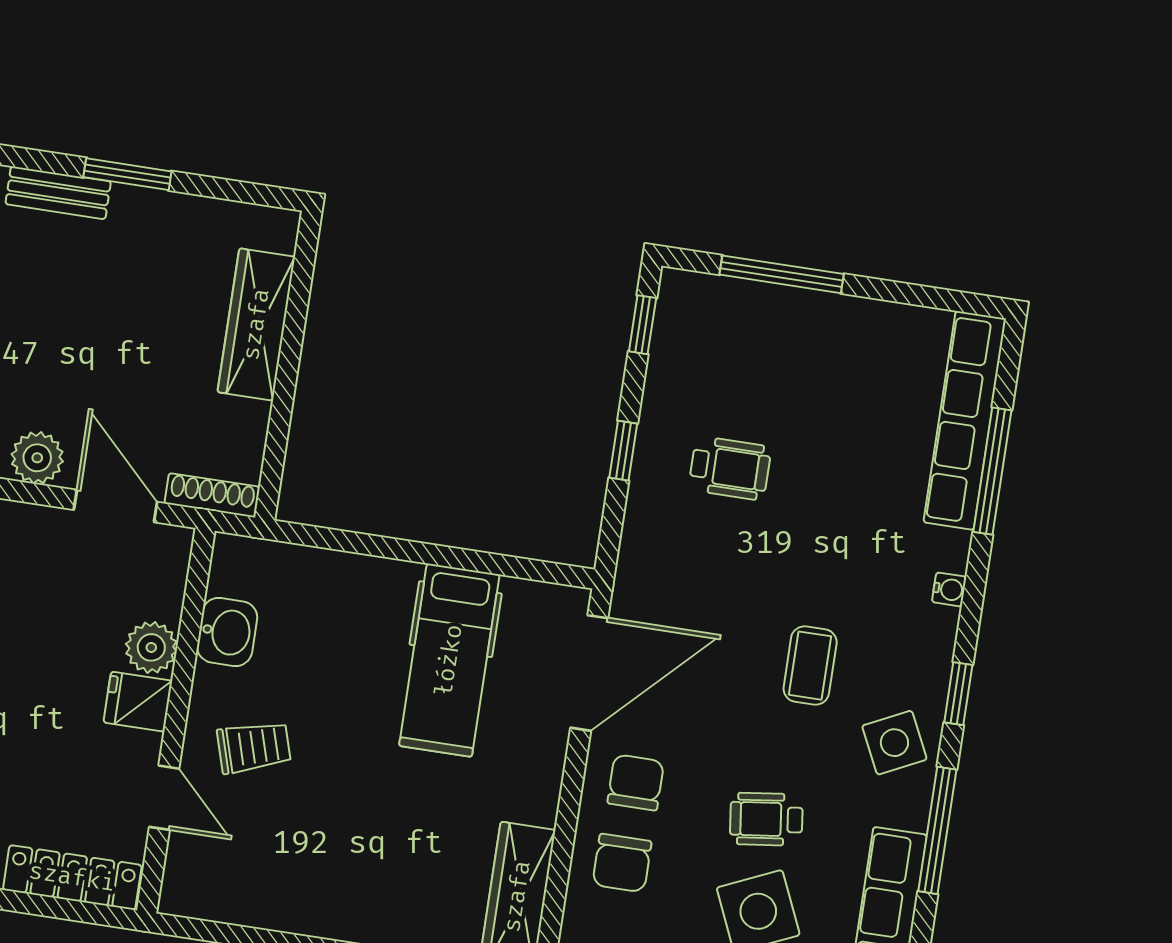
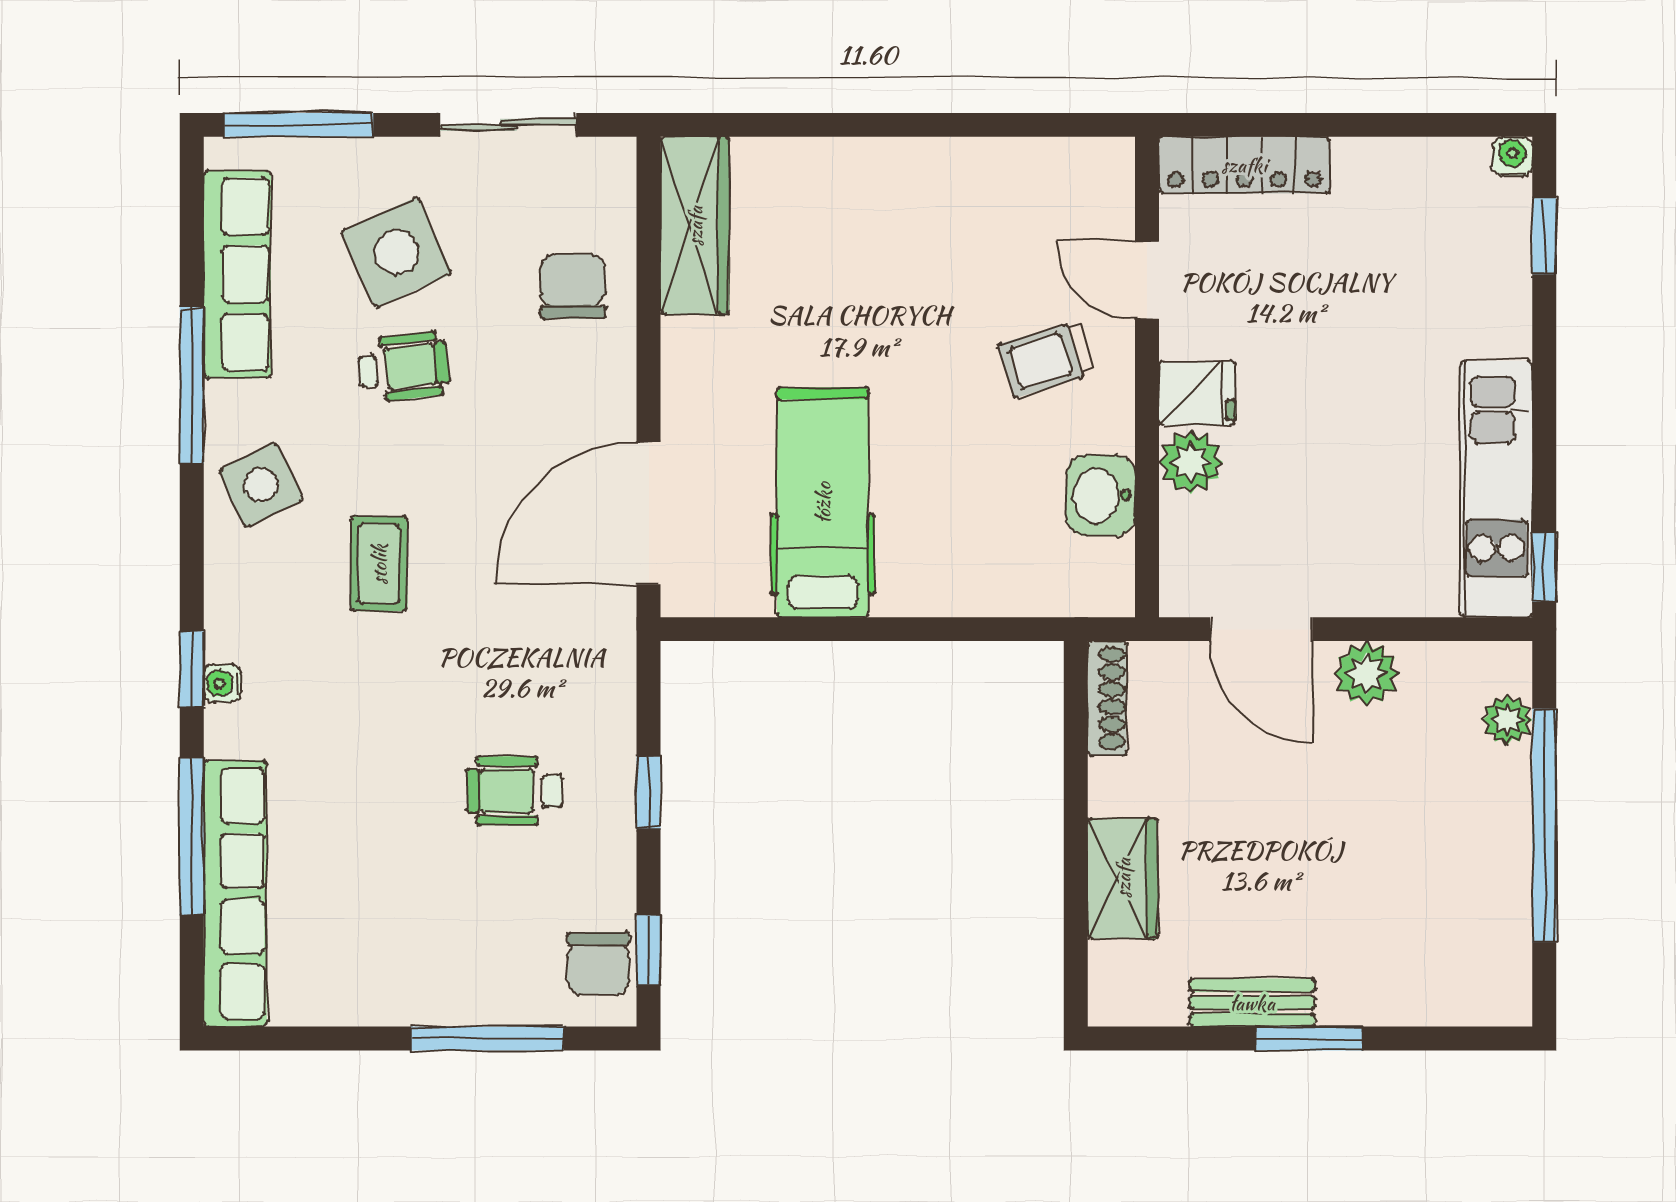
bench: (58, 193) -> (1252, 1003), moved
wardrobe: (256, 324) -> (1123, 878), width x0.67
shoe rack: (212, 495) -> (1107, 698), moved, turned -90
window: (958, 694) -> (192, 669), moved
chair: (636, 782) -> (598, 963), moved

